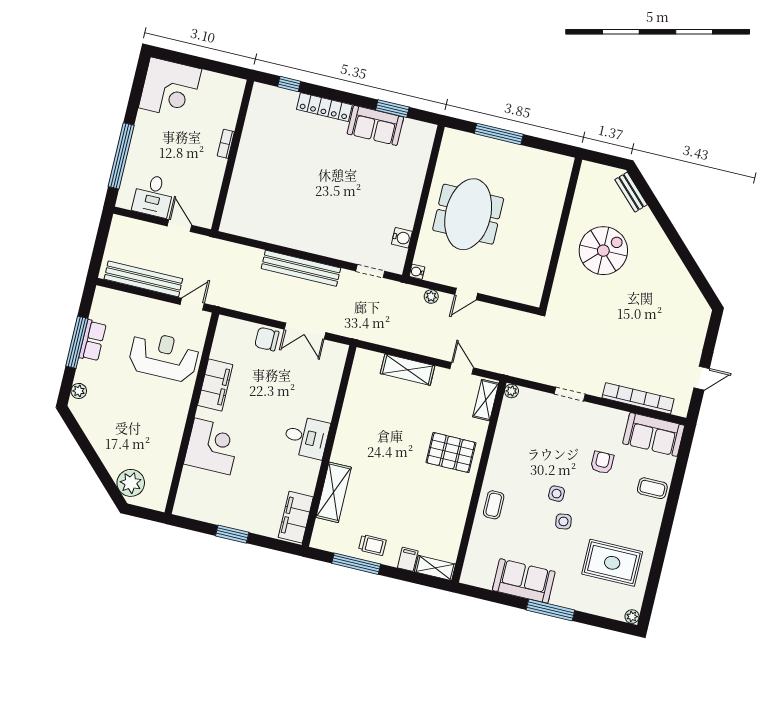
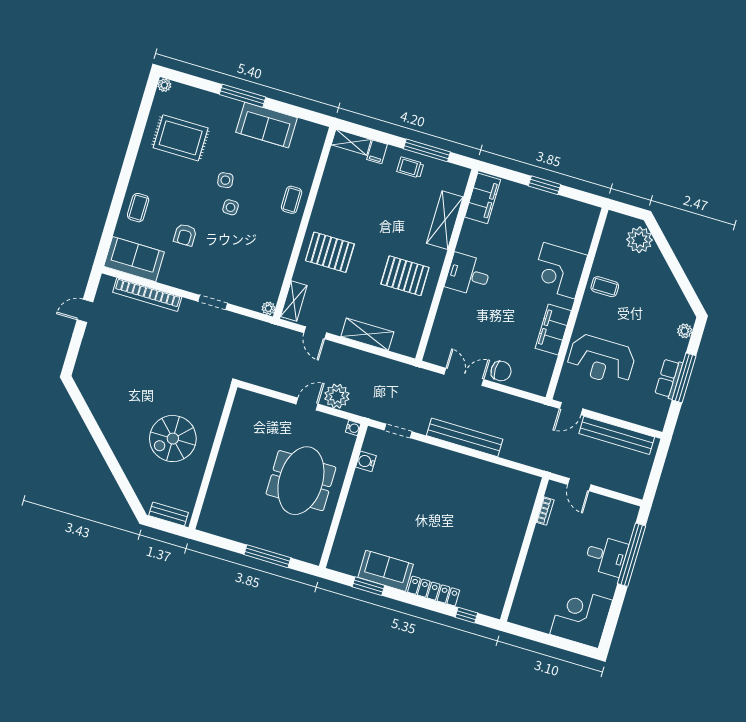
bookcase: (226, 144) -> (545, 511), moved
bench: (631, 192) -> (169, 514), moved, turned -45
desk: (153, 196) -> (606, 556), moved, turned 90
plant: (431, 296) -> (337, 396), width x1.88, depth x1.88
coffee table: (164, 432) -> (605, 287), added
pallet: (372, 432) -> (405, 276), added
coffee table: (652, 488) -> (138, 208), turned 90

